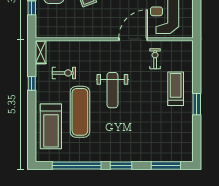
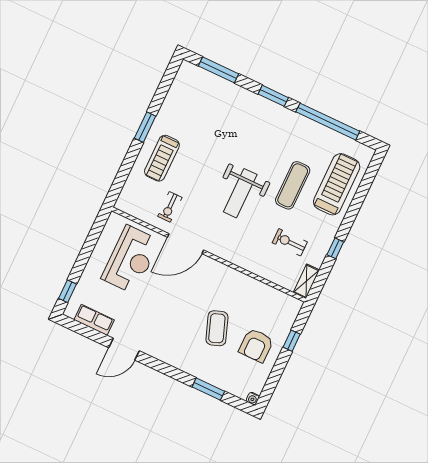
weight bench: (112, 90) -> (240, 193), turned 180
exercise mat: (80, 112) -> (293, 185), width x0.73, depth x0.69

